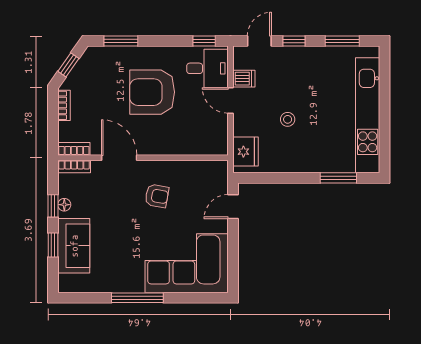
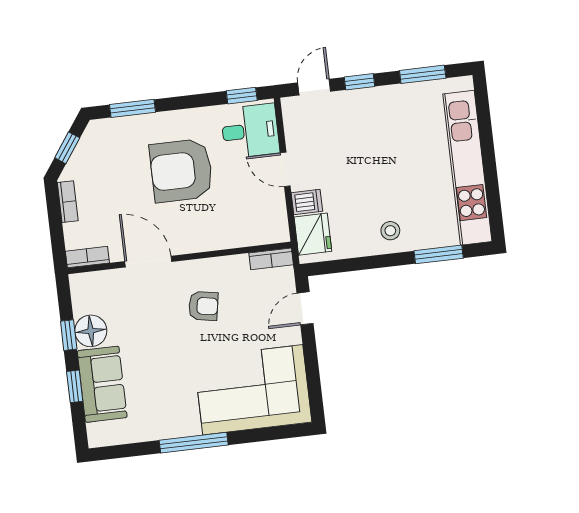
dishwasher: (244, 79) -> (307, 202), moved
stool: (288, 119) -> (390, 231), moved
bookcase: (74, 166) -> (271, 259), moved
floor lamp: (64, 205) -> (91, 331), width x1.89, depth x1.89

